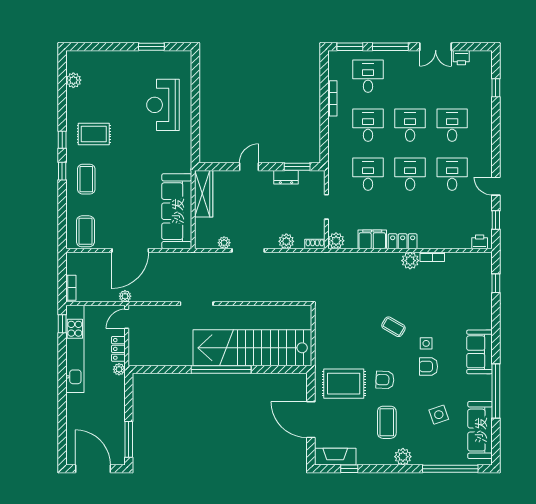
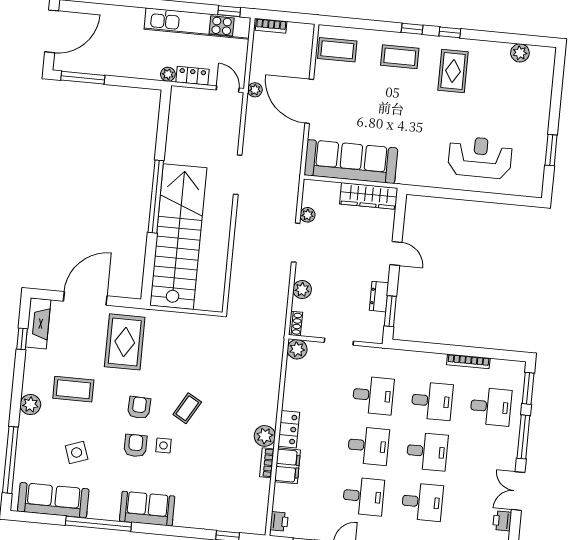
filing cabinet: (372, 239) -> (287, 466), moved
armchair: (385, 380) -> (139, 408), moved

